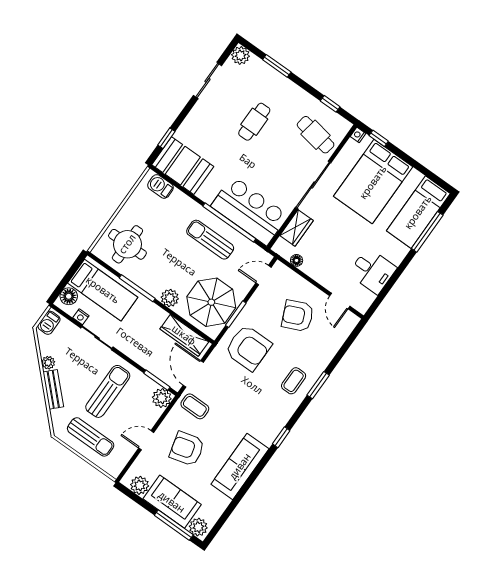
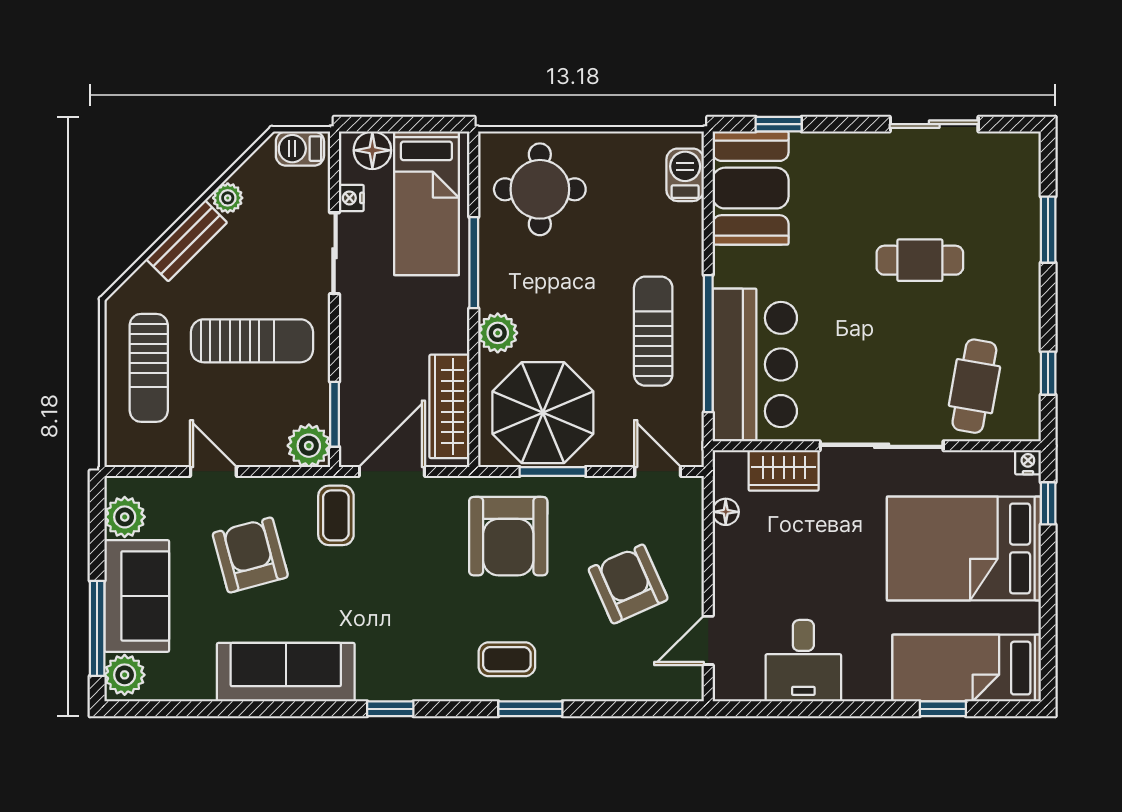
plant: (241, 55) -> (1021, 151), removed
window: (427, 232) -> (943, 709), width x0.46

